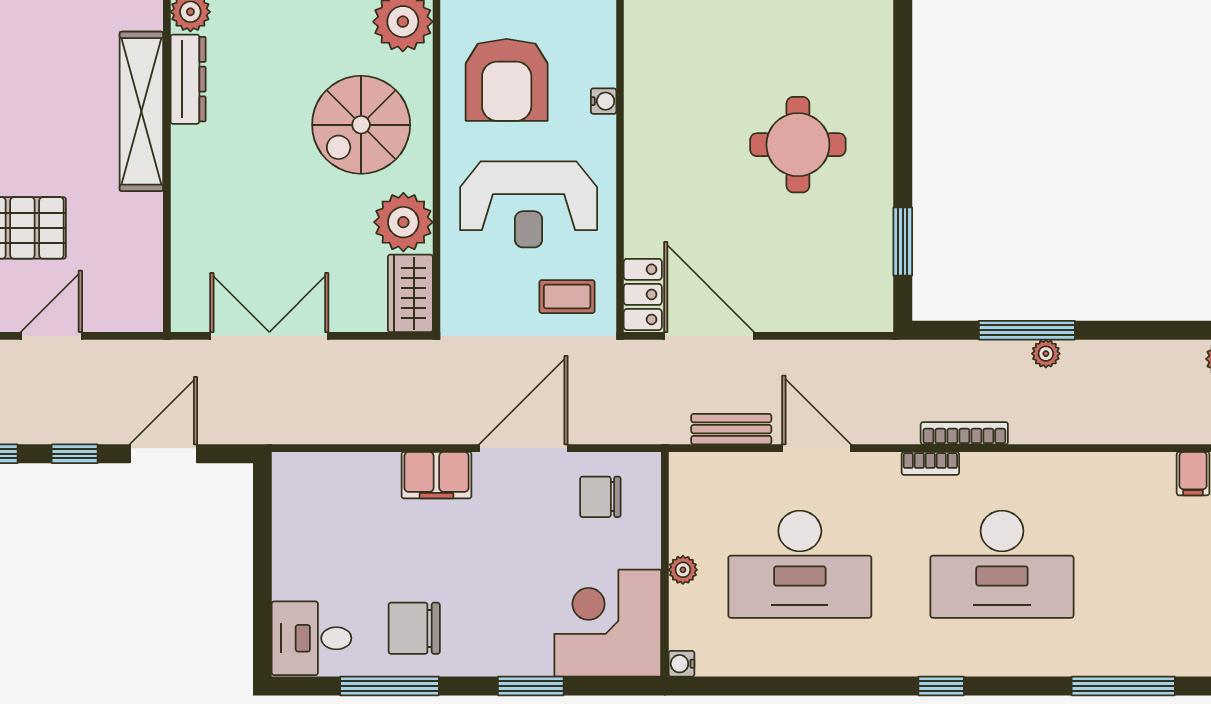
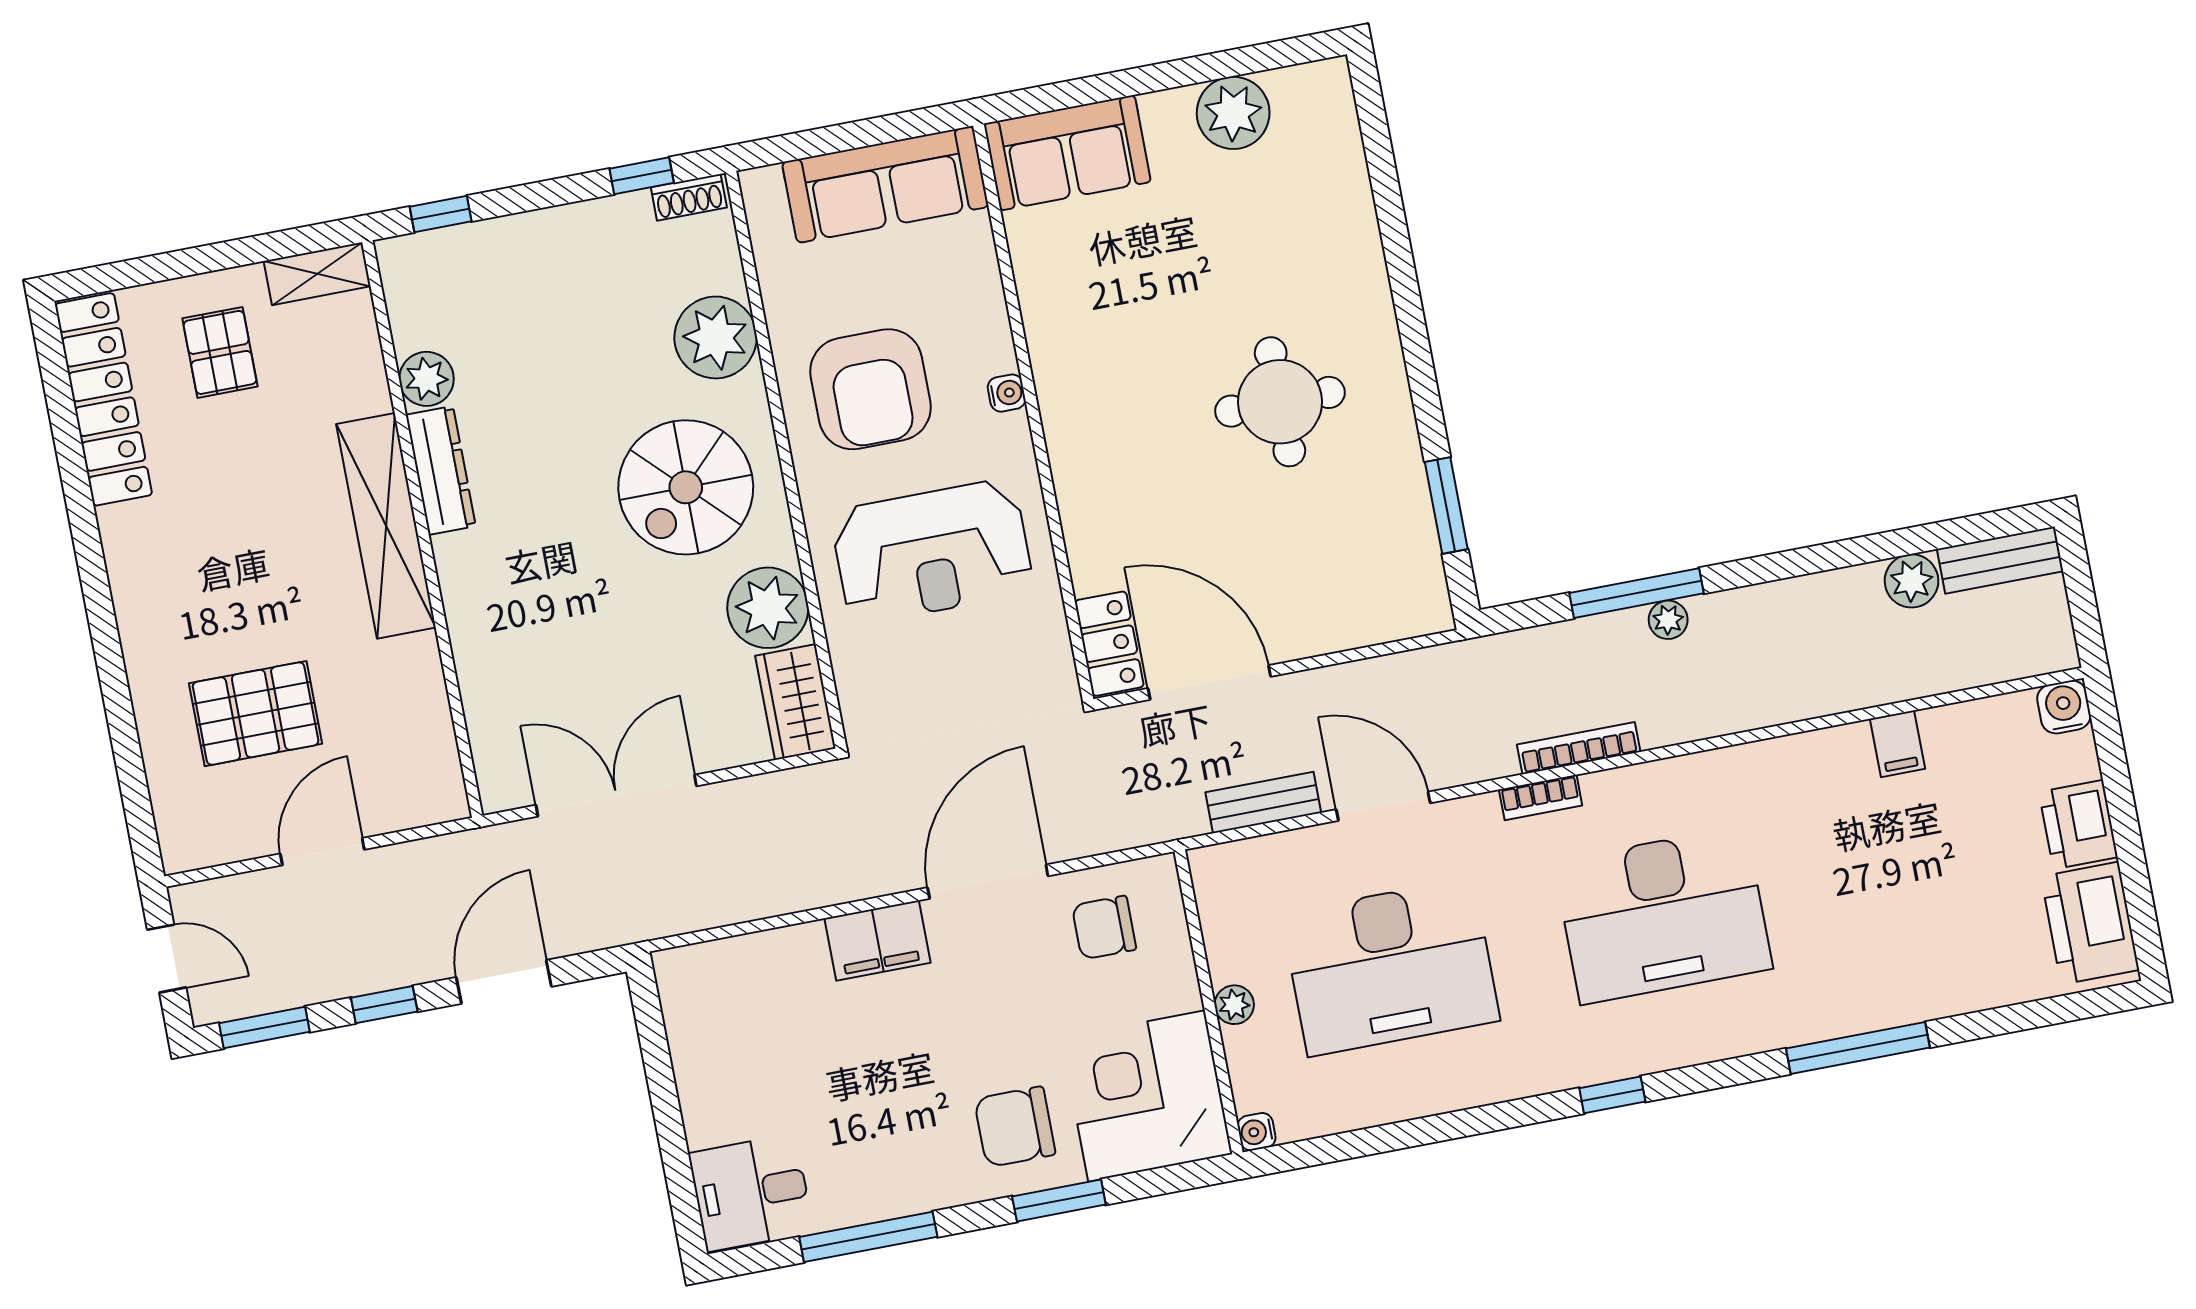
coffee table: (567, 297) -> (1008, 666), removed
chair: (414, 628) -> (1015, 1127), moved

